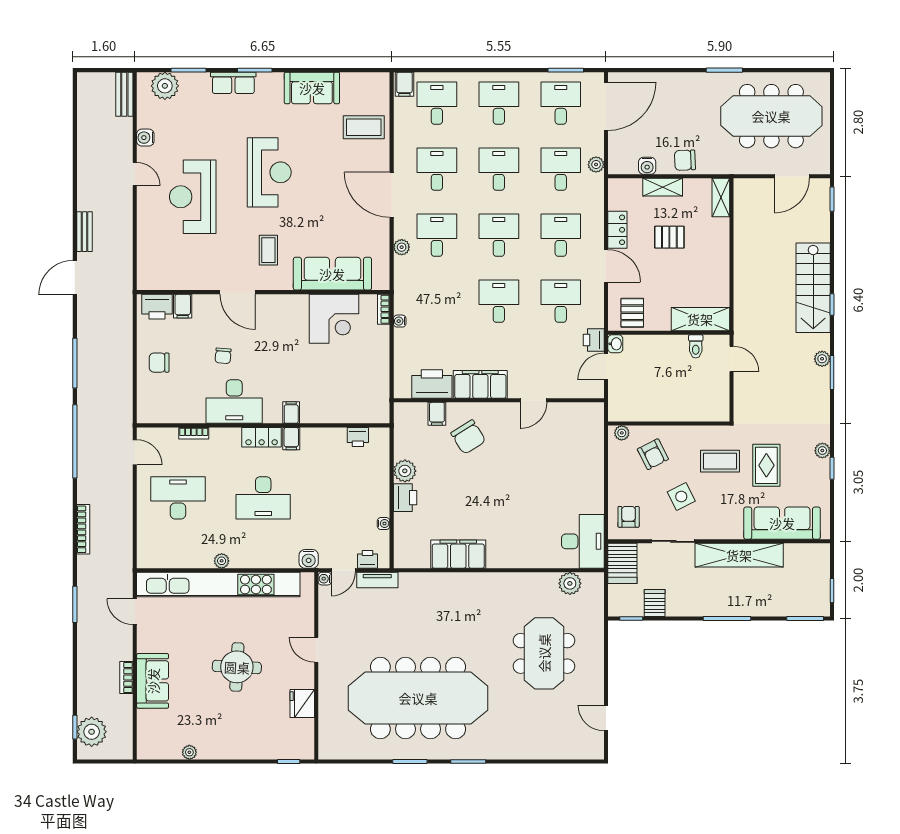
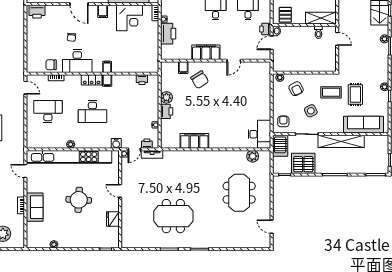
filing cabinet: (183, 306) -> (103, 11), moved
chair: (159, 363) -> (51, 65), moved
printer: (432, 384) -> (168, 34), moved, turned 90
server rack: (655, 603) -> (303, 163), width x2.18, depth x1.44
meeting table: (418, 698) -> (173, 216), width x0.54, depth x0.79

